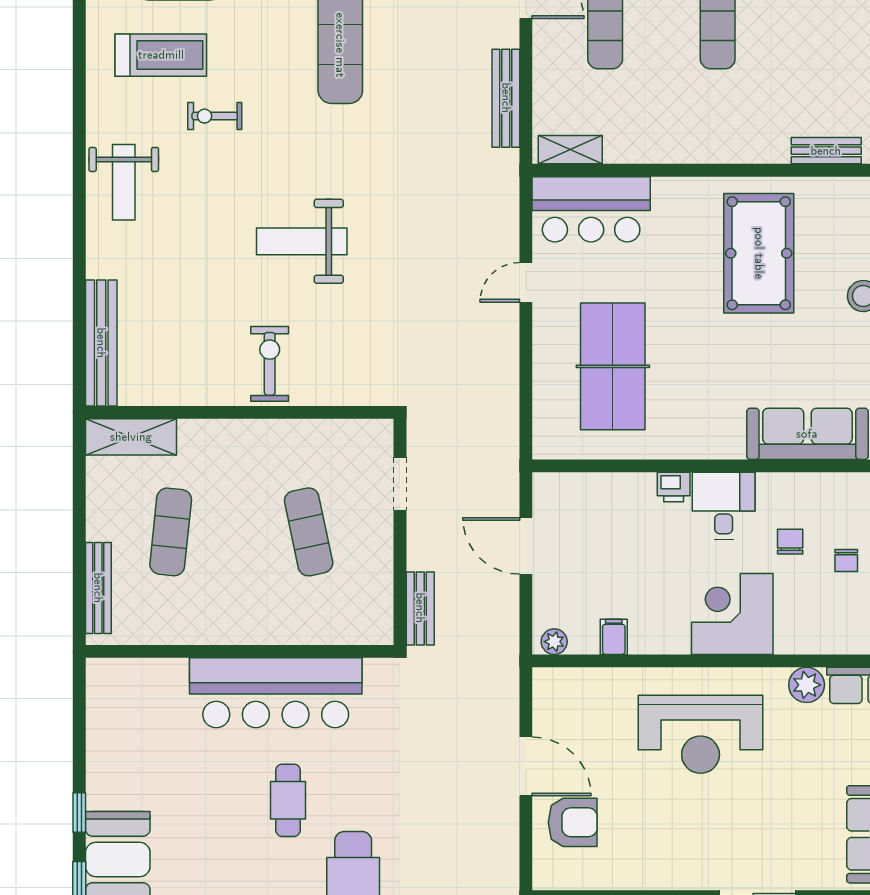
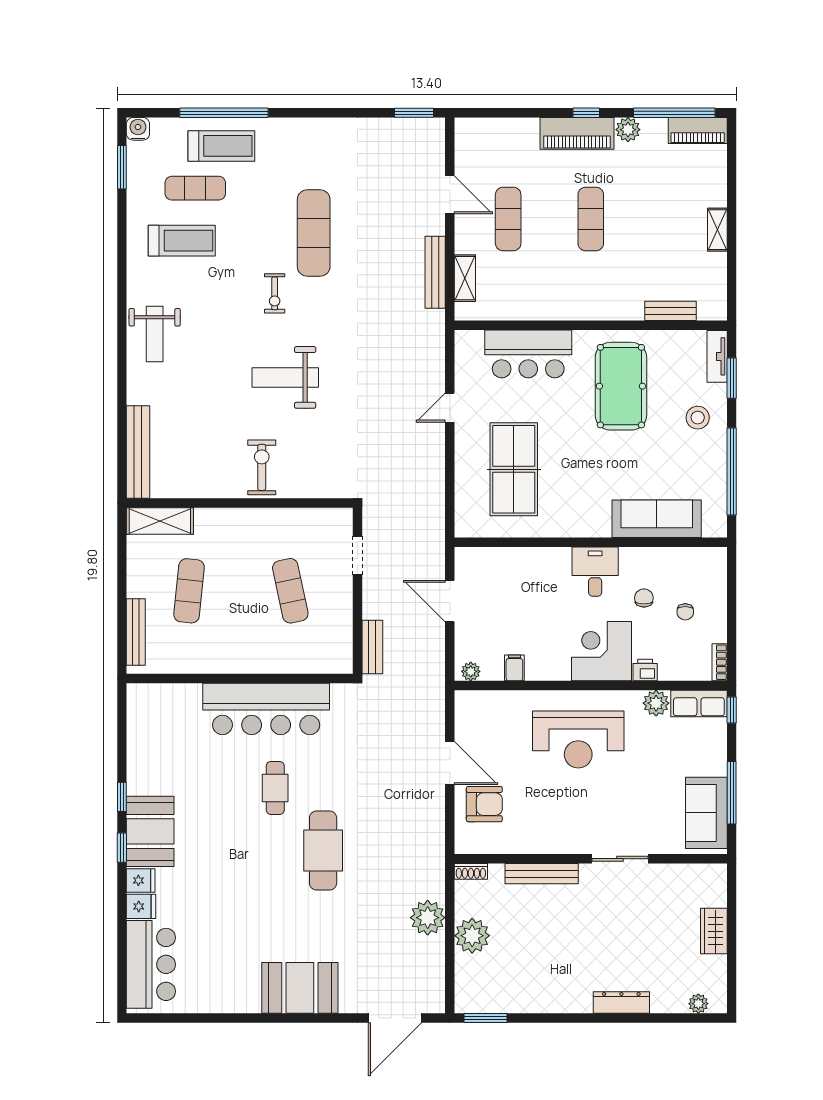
exercise bike: (215, 116) -> (275, 293), moved, turned -90
shelving: (570, 150) -> (465, 278), moved, turned 90
bar counter: (591, 209) -> (528, 354), moved
printer: (674, 487) -> (645, 670), moved, turned 180

